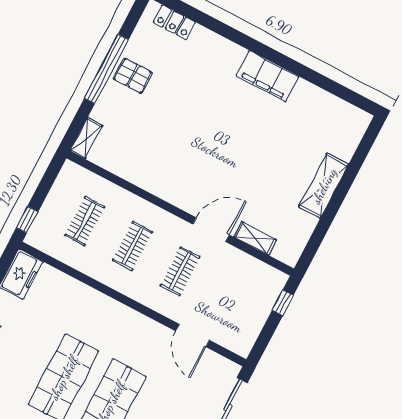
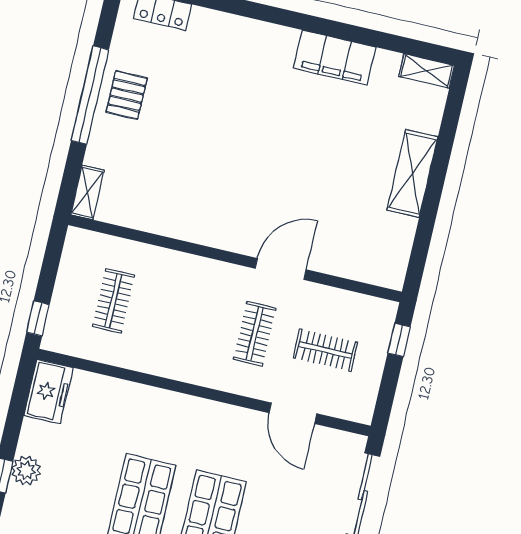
pallet: (133, 76) -> (127, 95), turned 90
filing cabinet: (267, 76) -> (335, 58), moved
shelving: (255, 238) -> (427, 71), moved
clothes rail: (132, 246) -> (325, 350), moved, turned 90

